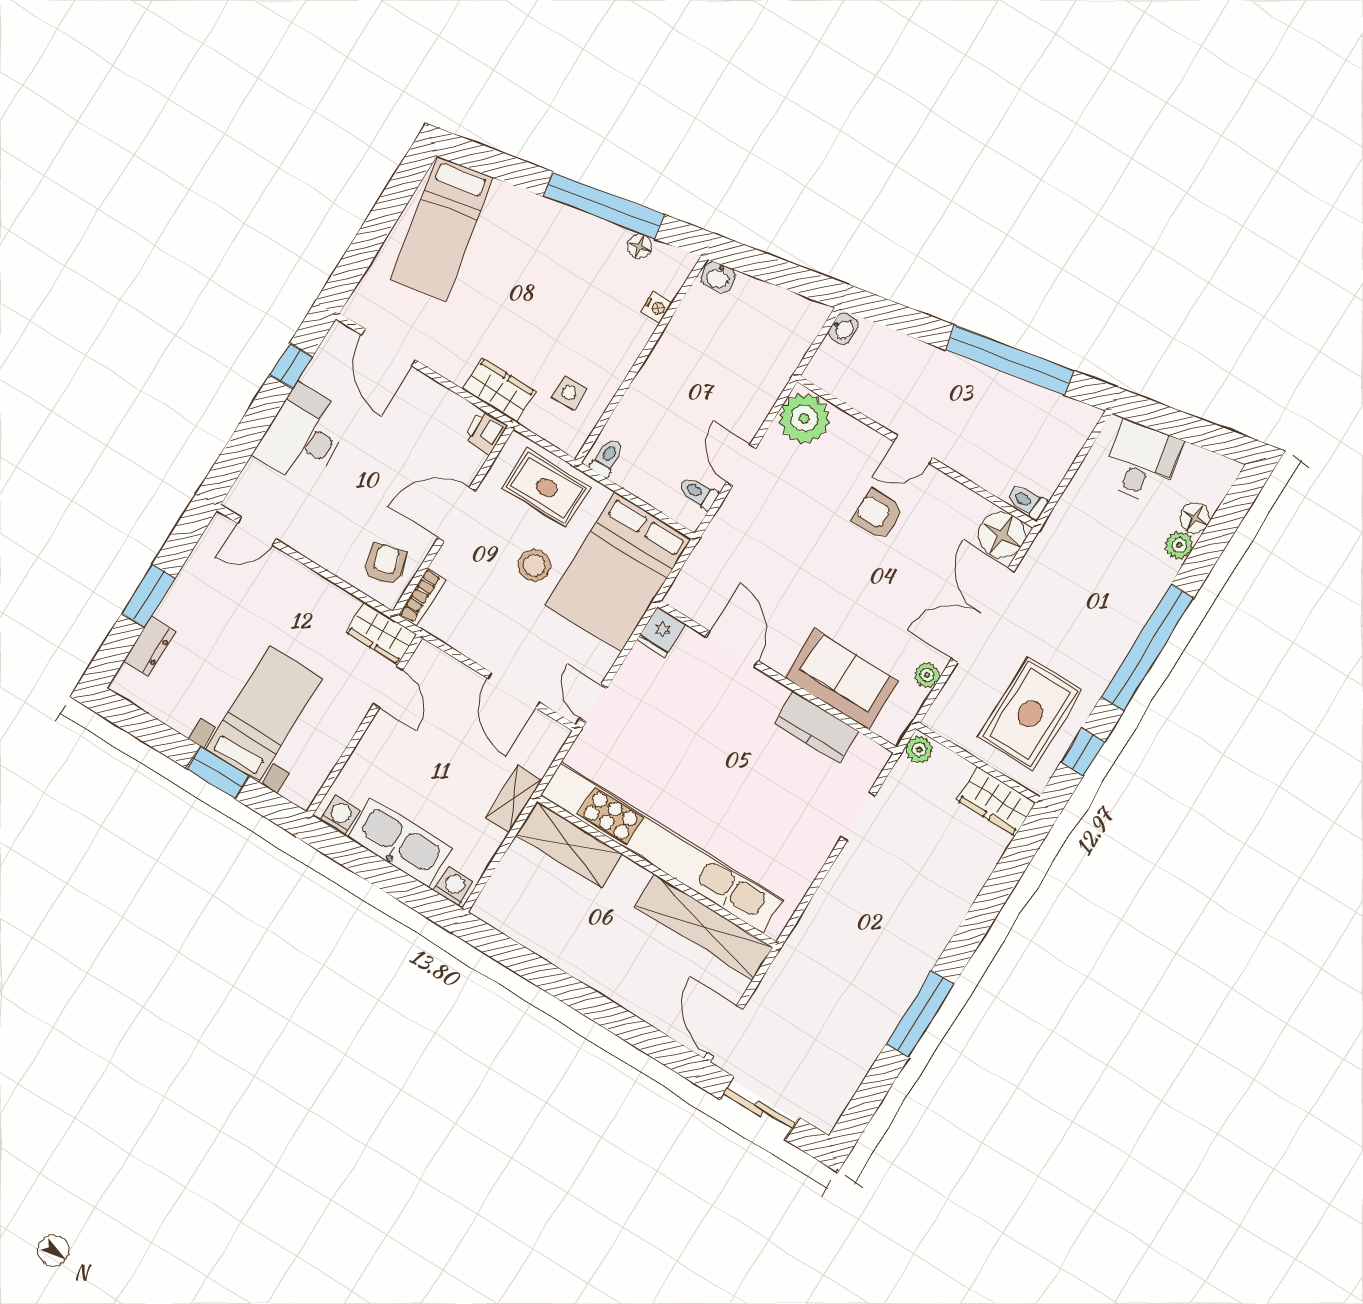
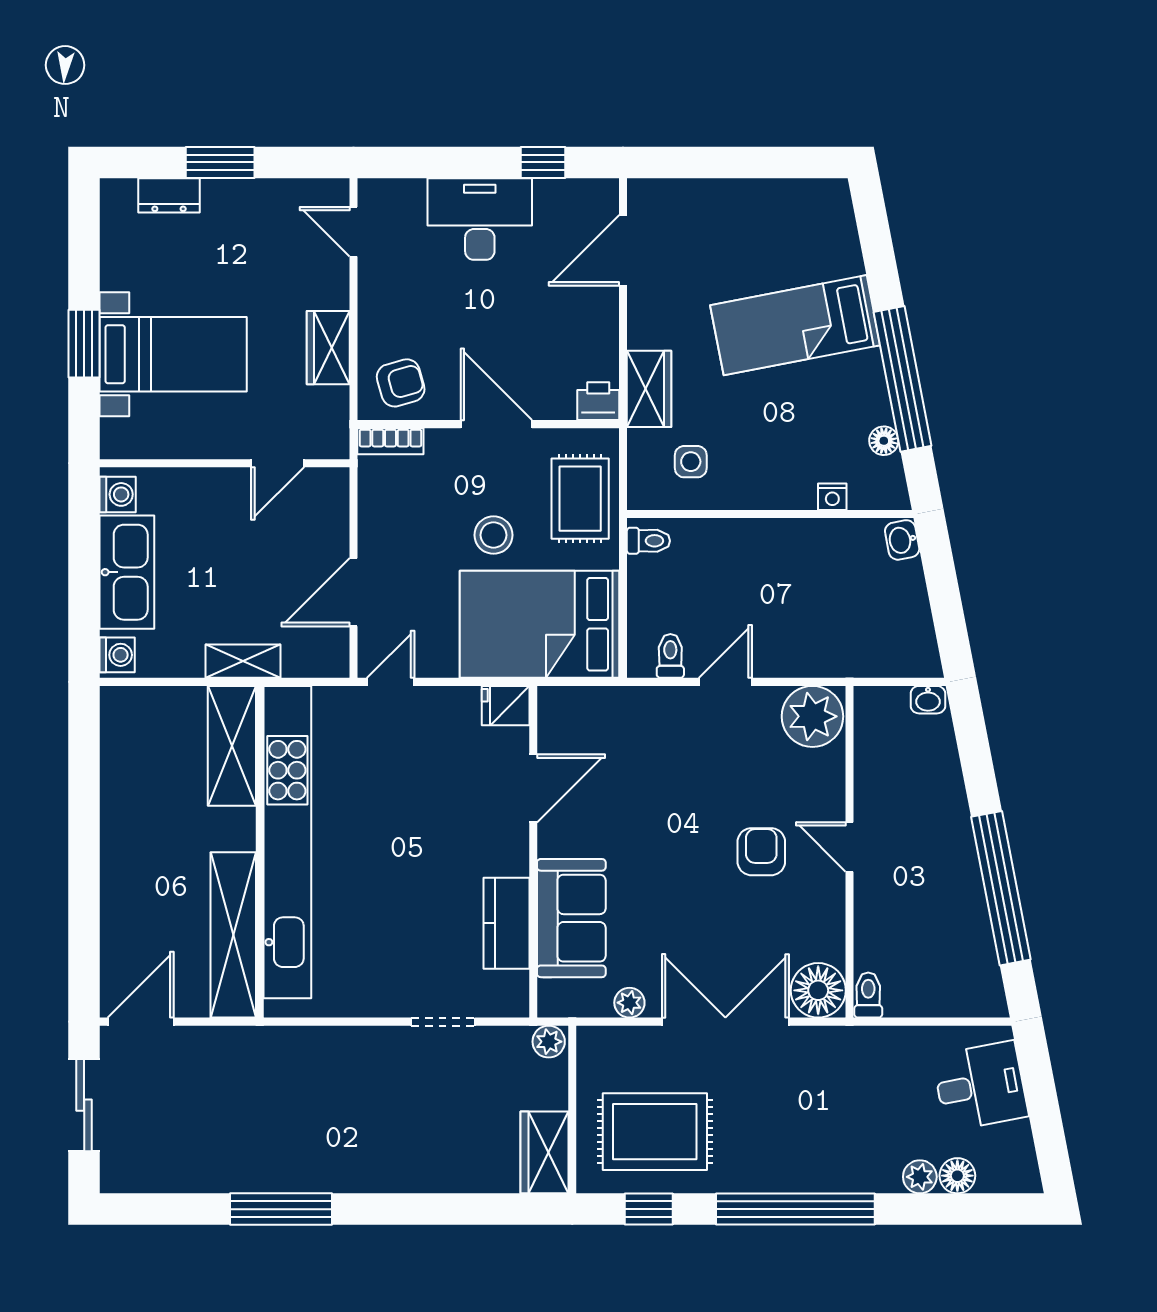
bed: (442, 229) -> (795, 325), moved
wardrobe: (381, 633) -> (328, 348), moved

